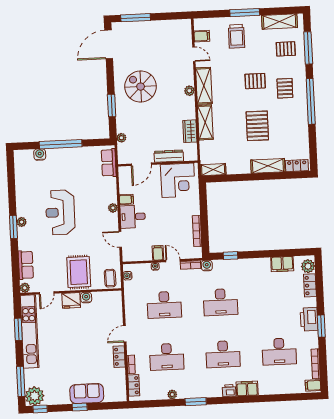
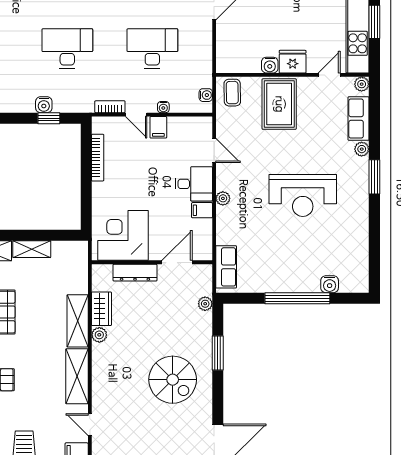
plant: (189, 91) -> (99, 335), moved
shelving: (213, 170) -> (32, 249), moved
reception desk: (60, 212) -> (303, 195), turned 90
plant: (22, 222) -> (362, 149), moved
water cooler: (207, 266) -> (44, 105), moved

